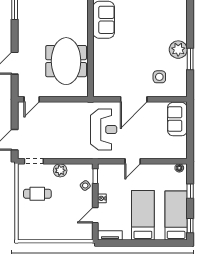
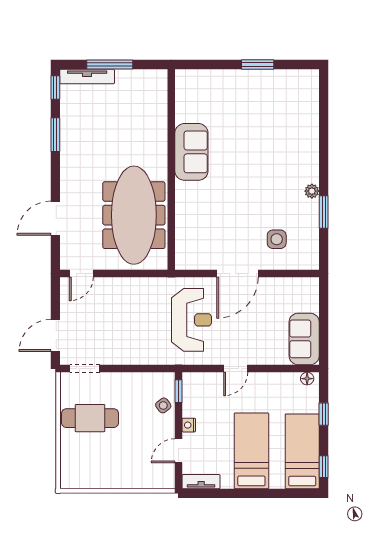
plant: (178, 50) -> (312, 191), width x0.53, depth x0.53
meeting table: (66, 61) -> (134, 215), width x1.36
sofa: (177, 119) -> (304, 339), moved
plant: (60, 170) -> (125, 382), removed
cafe table: (37, 194) -> (90, 418), width x1.37, depth x1.35

